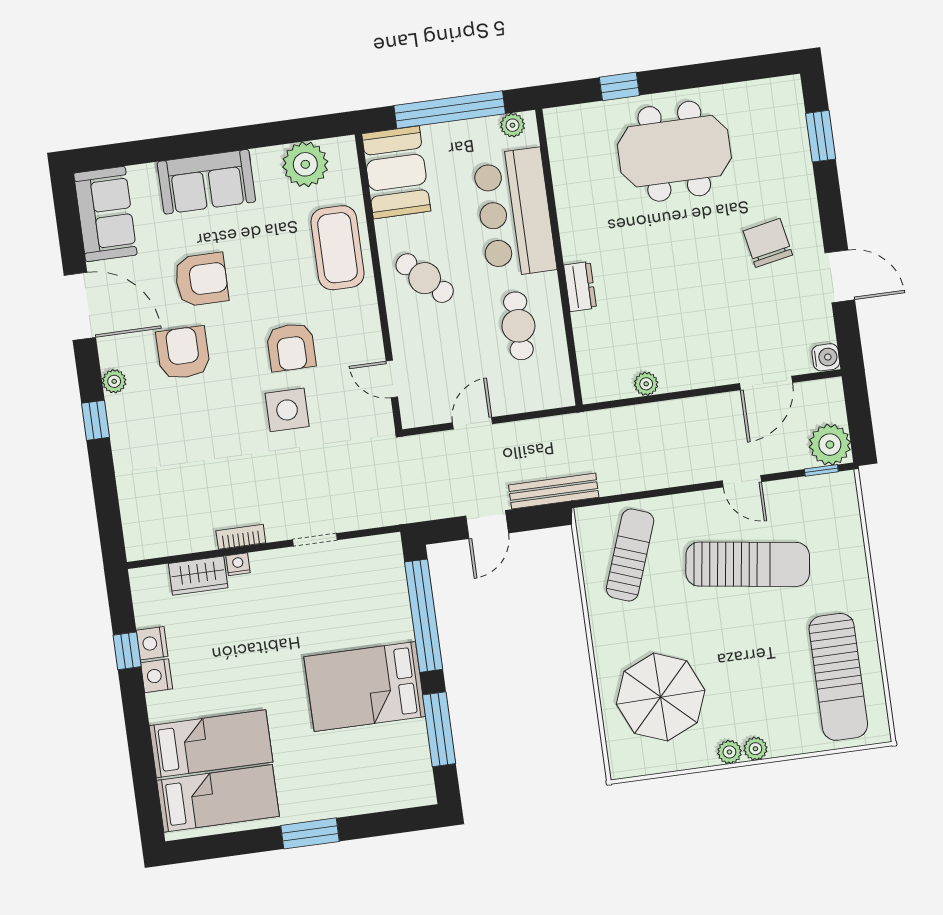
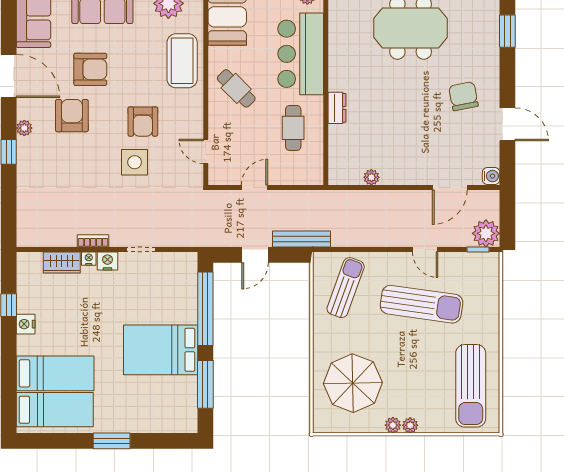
nightstand: (152, 643) -> (107, 261), moved, turned 90

